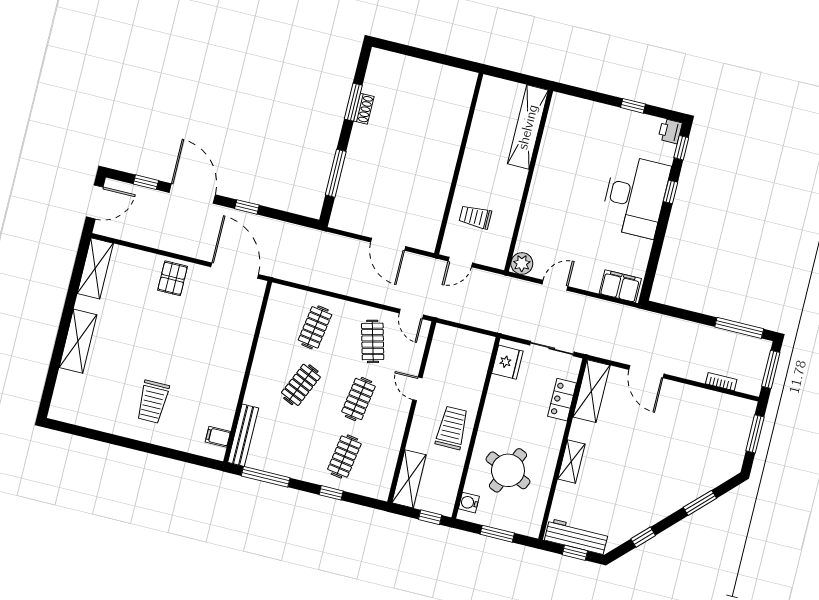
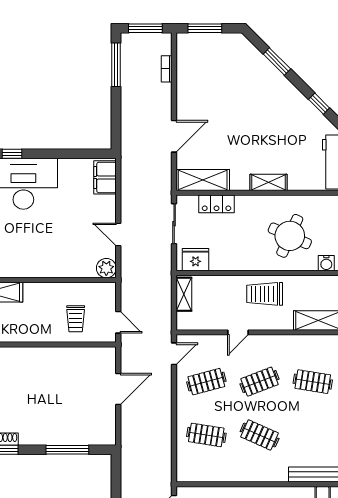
shelving: (473, 340) -> (184, 294), added
clothes rail: (359, 399) -> (260, 382), turned -30

